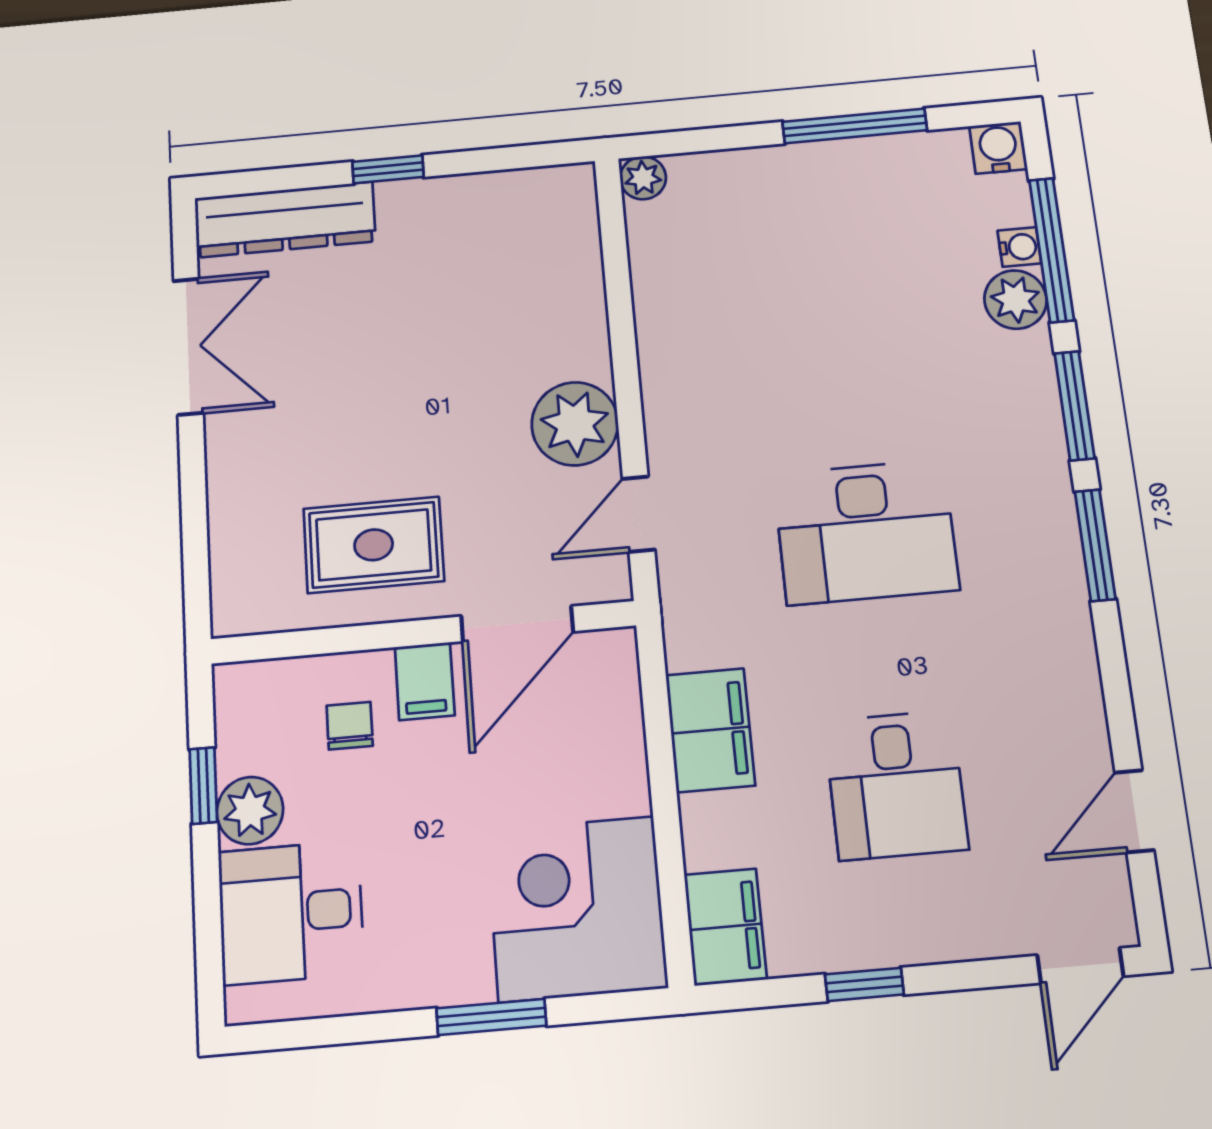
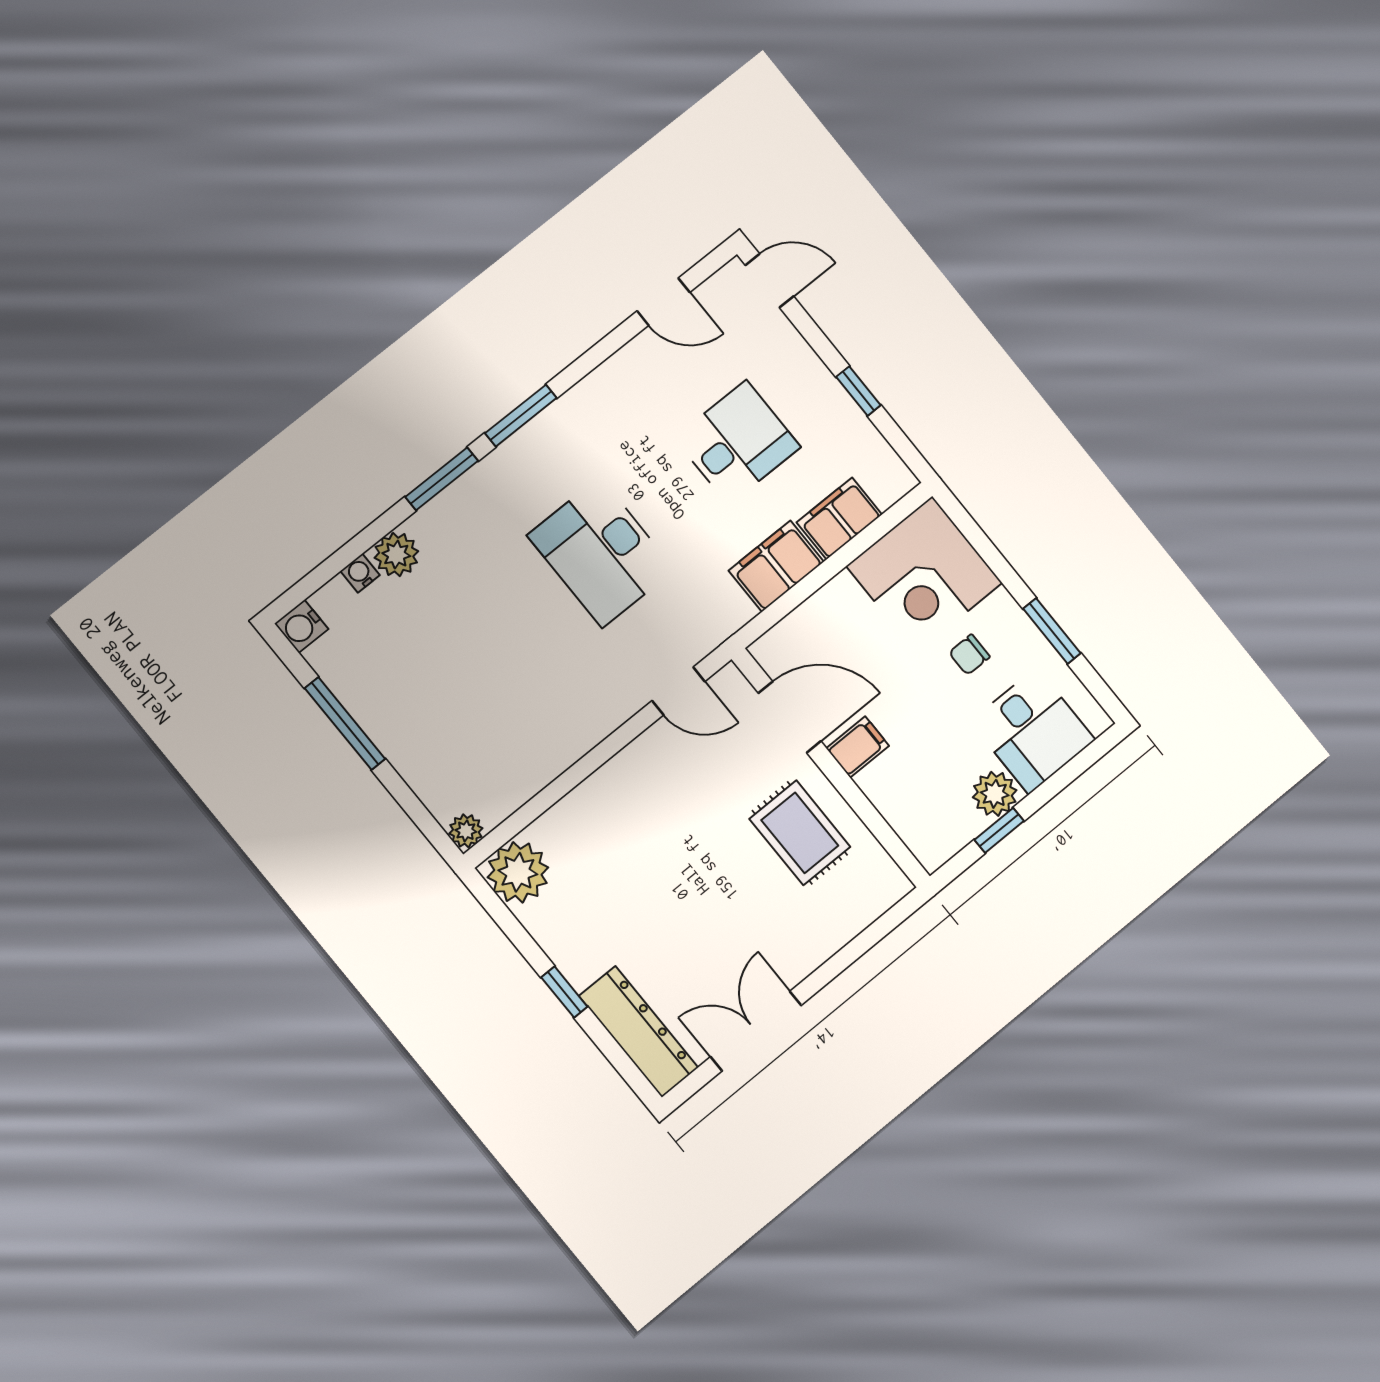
window: (1051, 250) -> (349, 553), removed
plant: (575, 424) -> (518, 872), moved
desk: (866, 532) -> (601, 552), turned 180
chair: (350, 726) -> (969, 655), moved
filing cabinet: (725, 927) -> (839, 519), moved
window: (491, 1017) -> (1052, 631), moved

